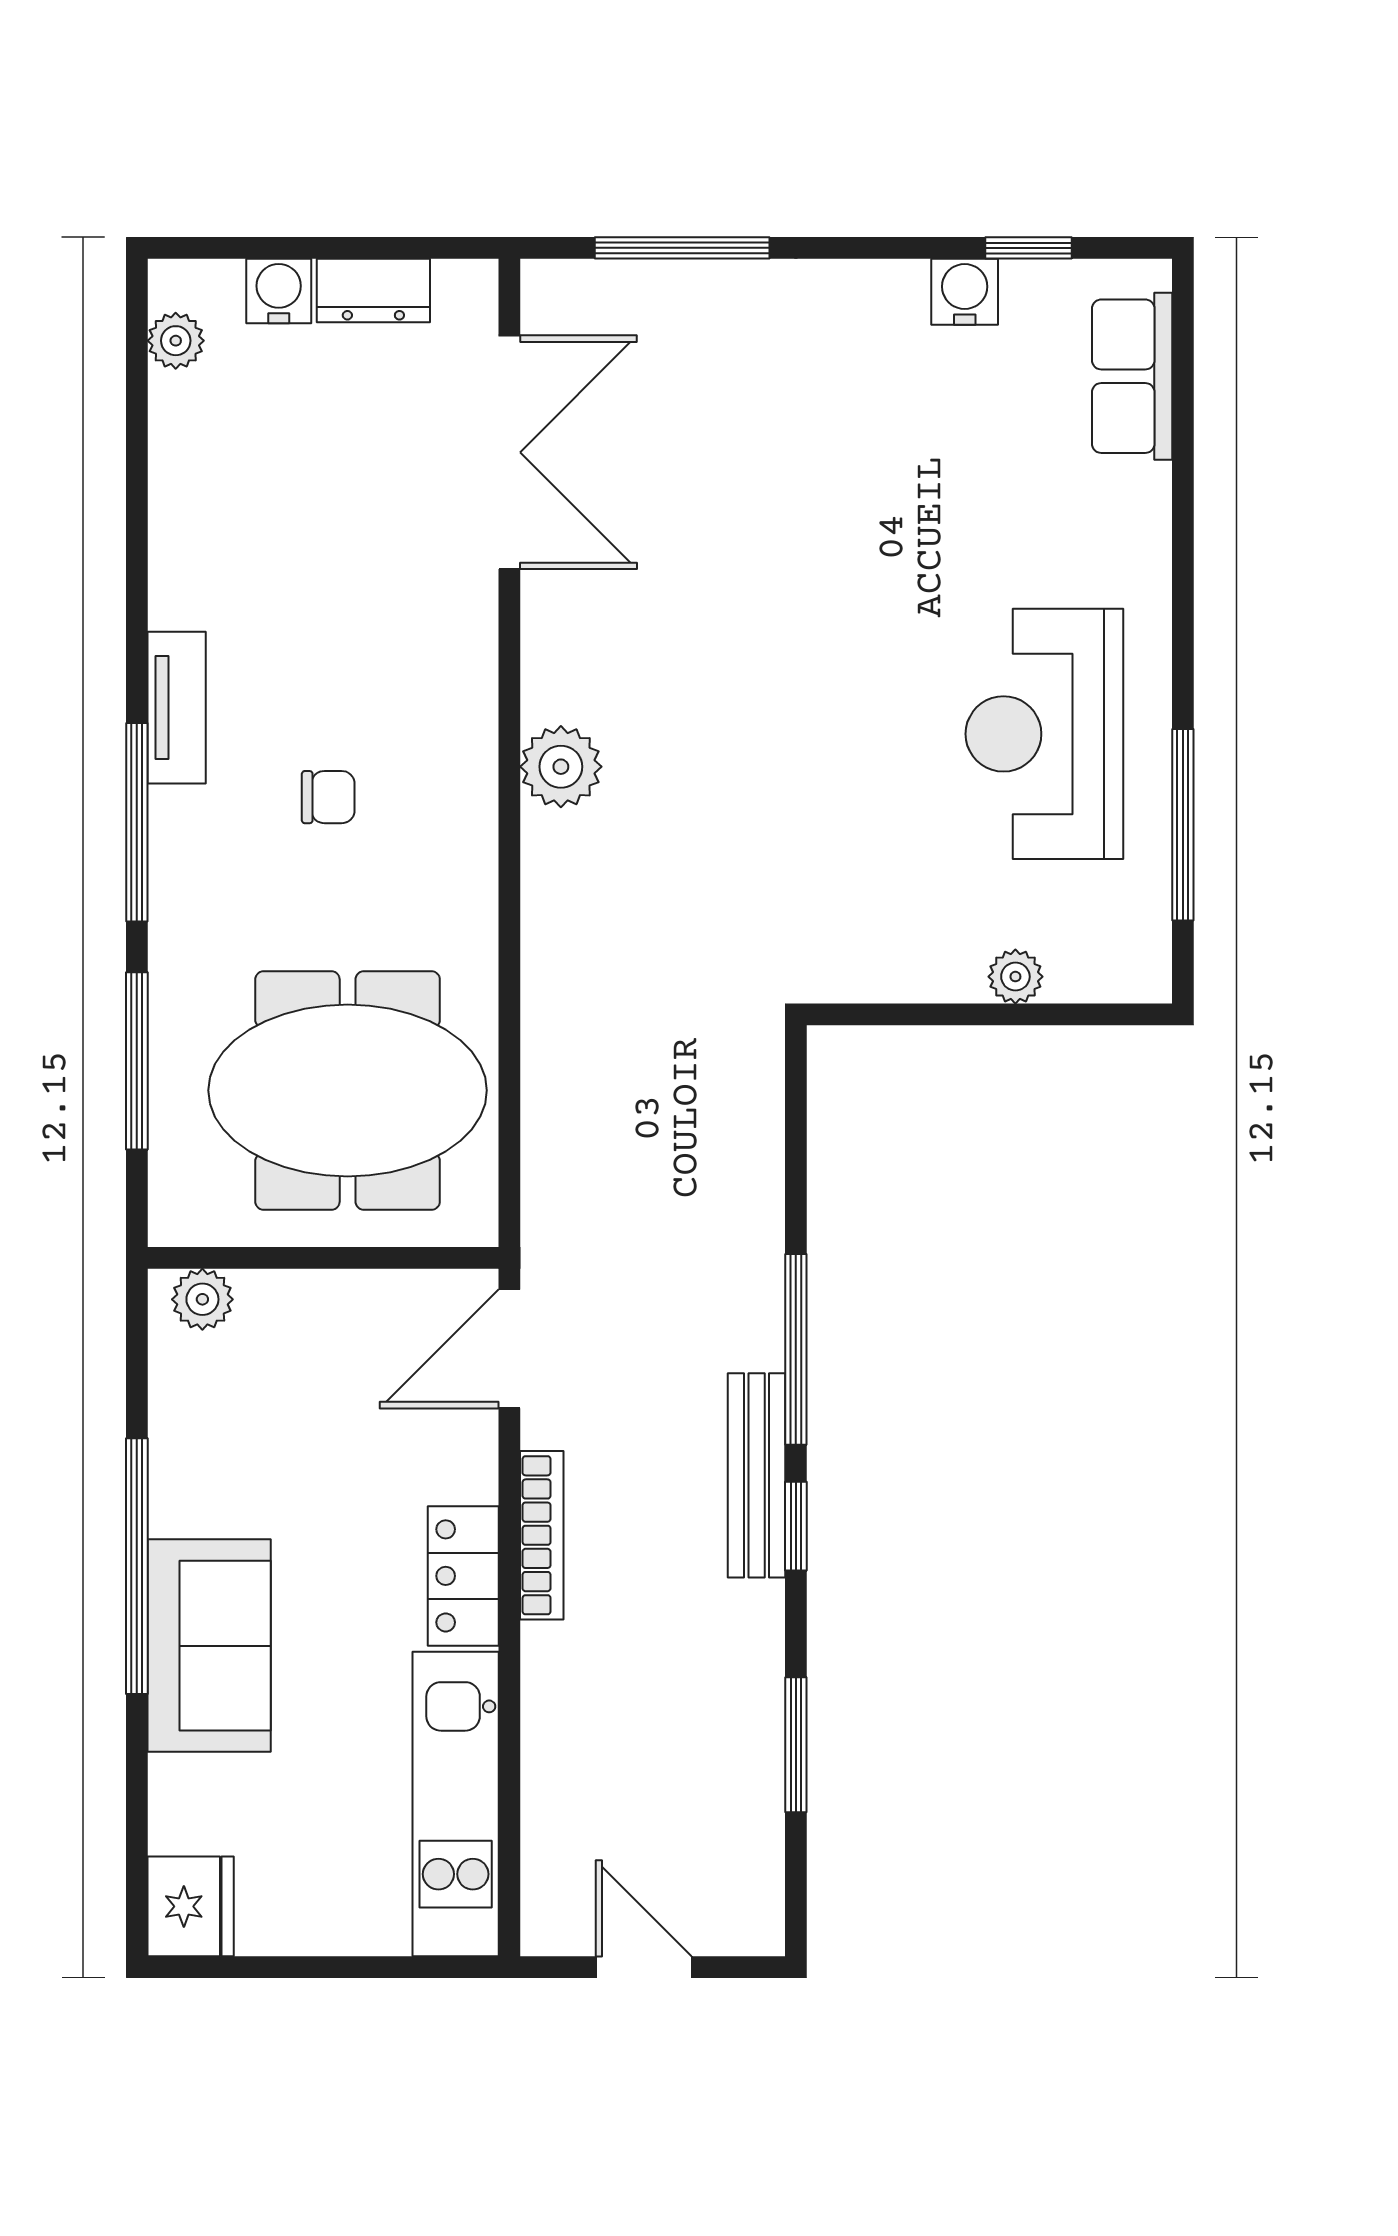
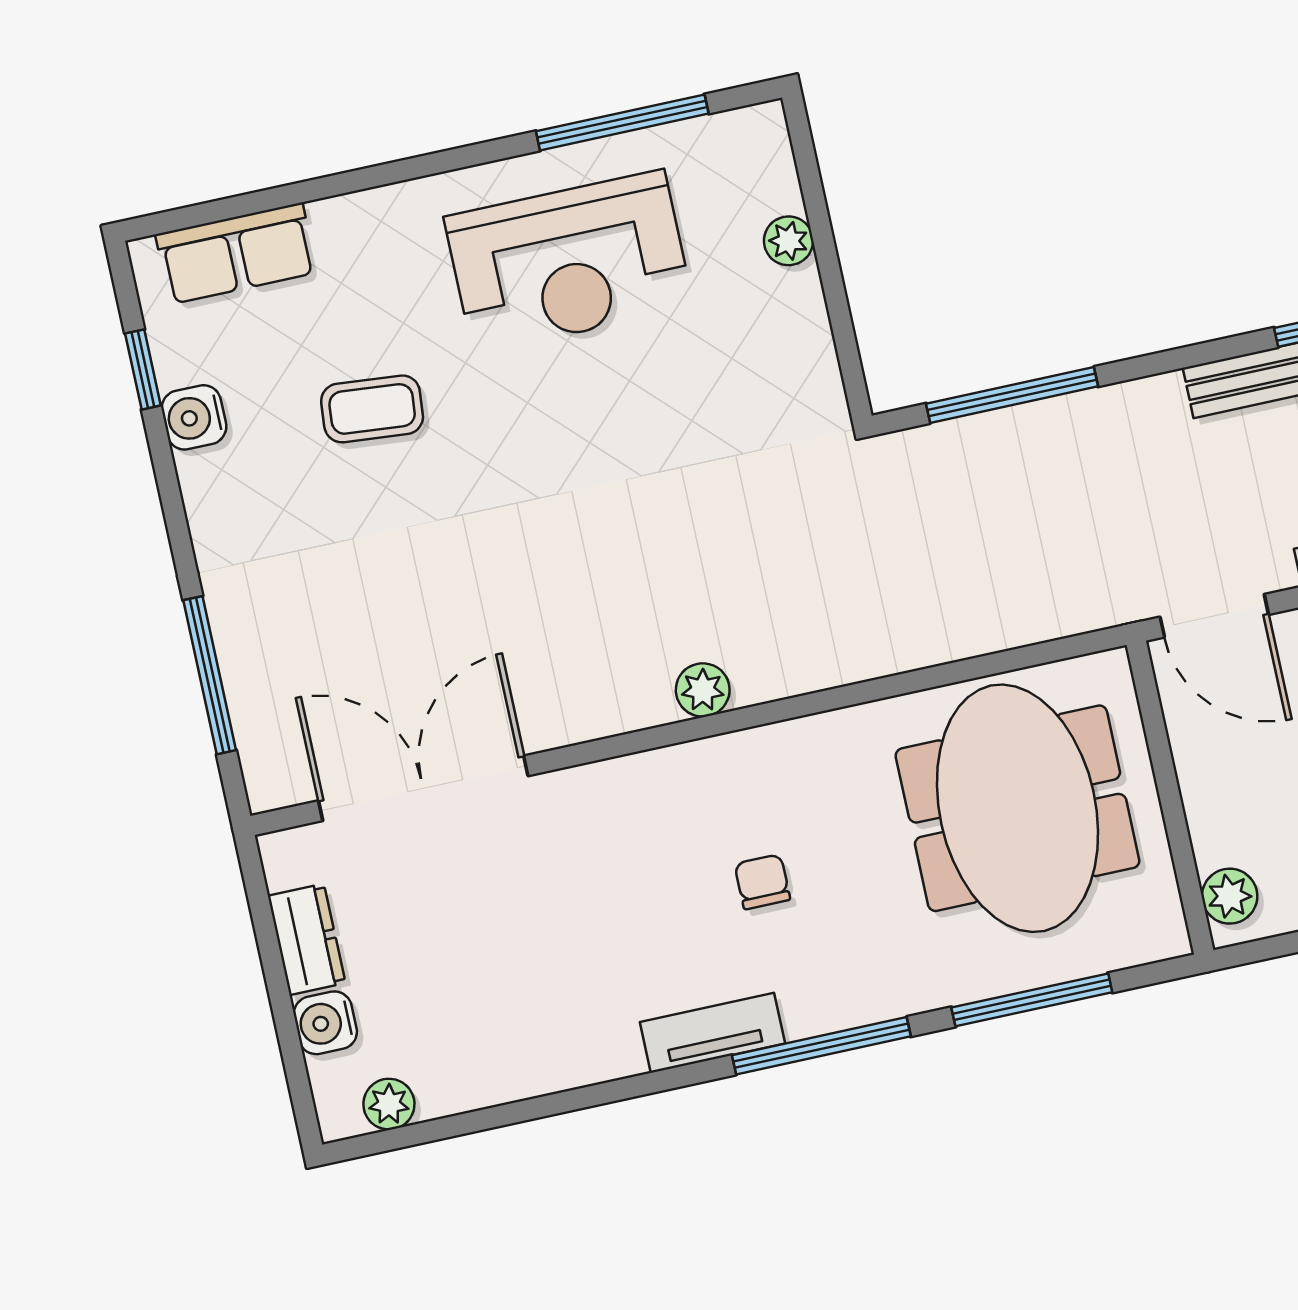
coffee table: (932, 486) -> (372, 409), added
plant: (561, 767) -> (703, 690), width x0.73, depth x0.73
window: (796, 1349) -> (1012, 395), moved

